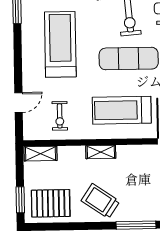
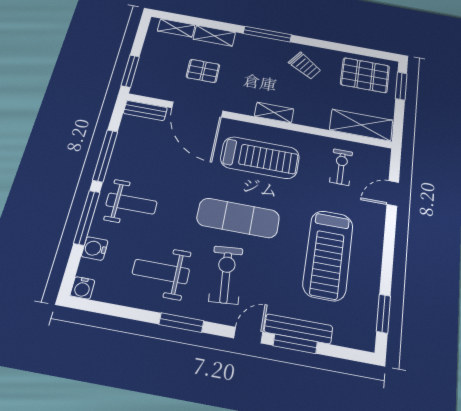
shelving: (101, 152) -> (274, 113), moved
shelving: (41, 154) -> (361, 125), width x1.50, depth x1.33
trolley: (100, 201) -> (305, 66), width x0.73, depth x0.72

